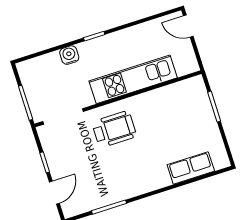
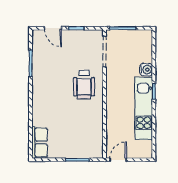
door: (188, 26) -> (118, 160), moved
kitchen unit: (133, 79) -> (144, 108), moved, turned 180
row of seats: (191, 168) -> (40, 142), moved

